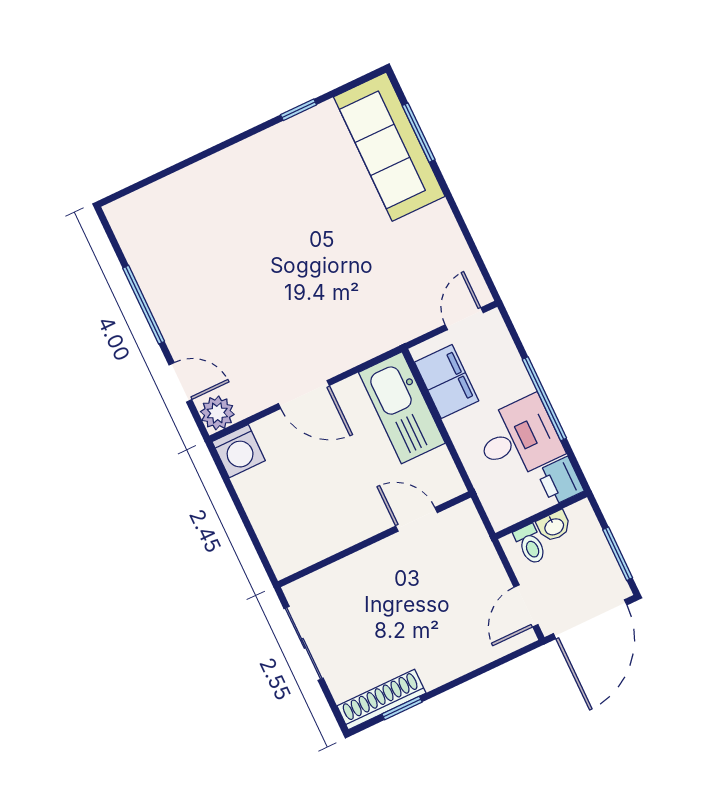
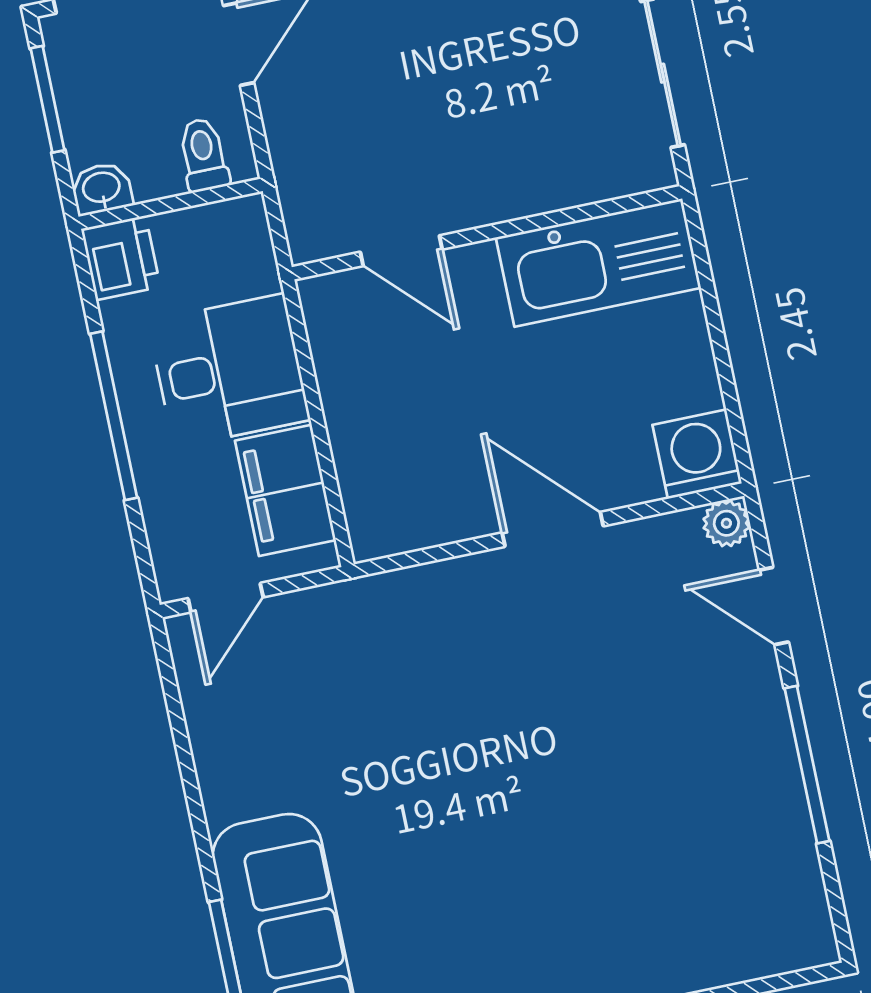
kitchen sink: (402, 408) -> (598, 263), moved, turned 90
plant: (217, 413) -> (726, 523), width x0.73, depth x0.73
desk: (518, 438) -> (229, 371), moved, turned 180
washbasin: (554, 526) -> (102, 189), moved

